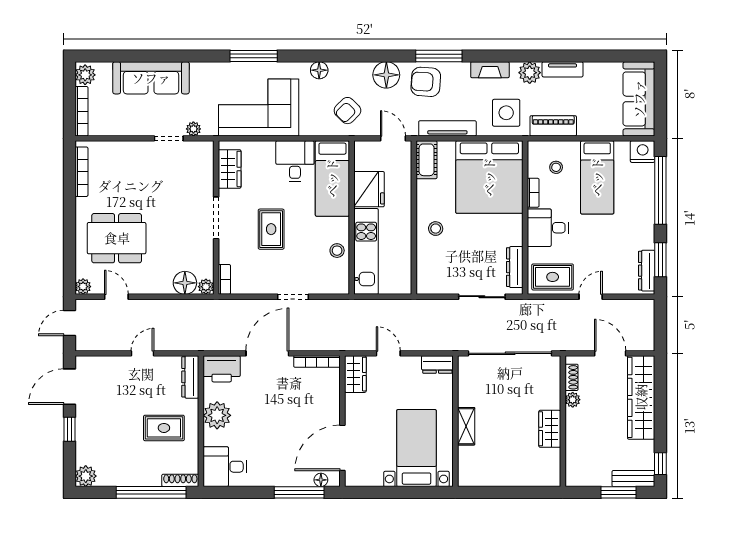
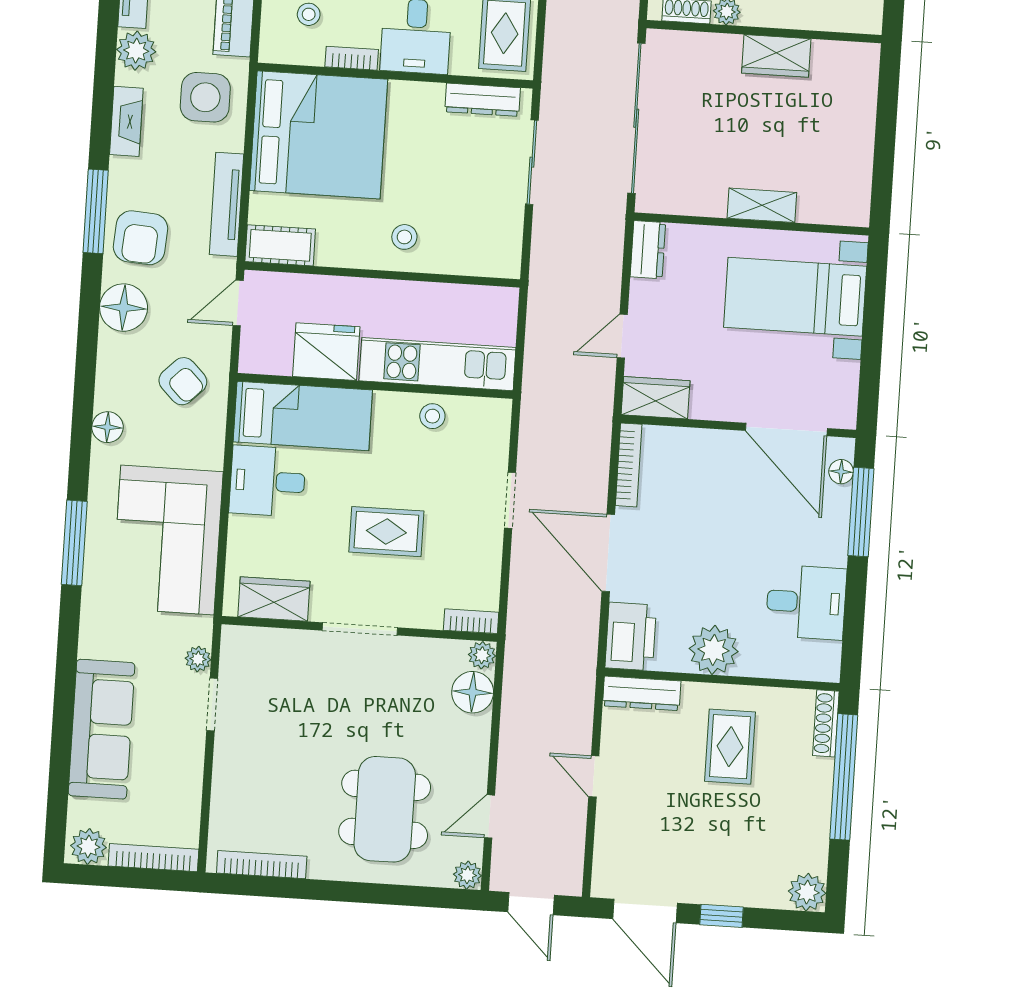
desk: (225, 467) -> (806, 602), moved, turned -90

